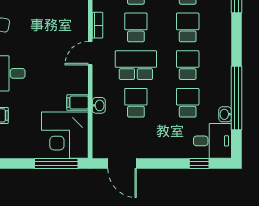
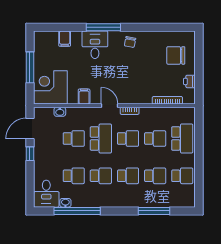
filing cabinet: (78, 103) -> (84, 96), moved
washbasin: (99, 105) -> (60, 112), moved
window: (56, 164) -> (30, 67), moved
window: (199, 164) -> (30, 154), moved

